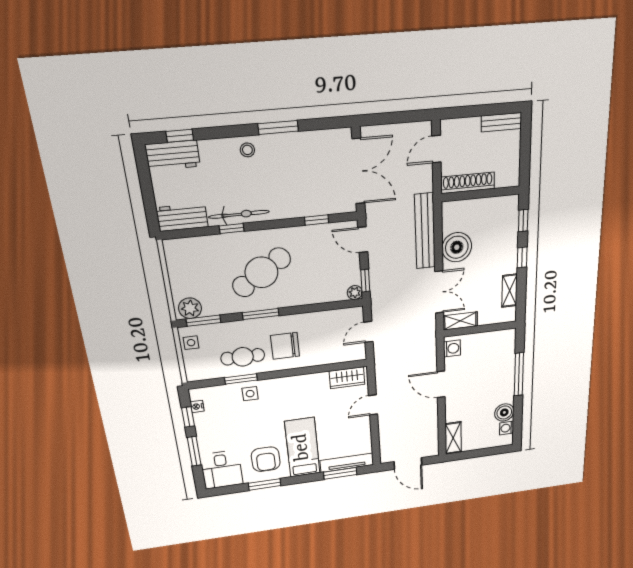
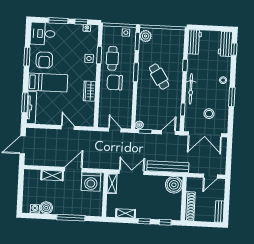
door: (436, 149) -> (210, 176), swing flipped
stool: (318, 169) -> (209, 114), added
shoe rack: (468, 183) -> (190, 206), moved
bicycle: (239, 214) -> (191, 89), moved
boiler: (457, 247) -> (174, 185), moved
cafe table: (261, 272) -> (159, 77), width x0.73, depth x0.74
double door: (439, 292) -> (132, 172), swing flipped
chair: (285, 346) -> (115, 82), turned -90
washing machine: (452, 348) -> (91, 182), width x1.89, depth x1.89
wardrobe: (347, 378) -> (90, 91), moved
shelving: (453, 438) -> (52, 175), moved
armchair: (266, 459) -> (44, 60), turned -90

